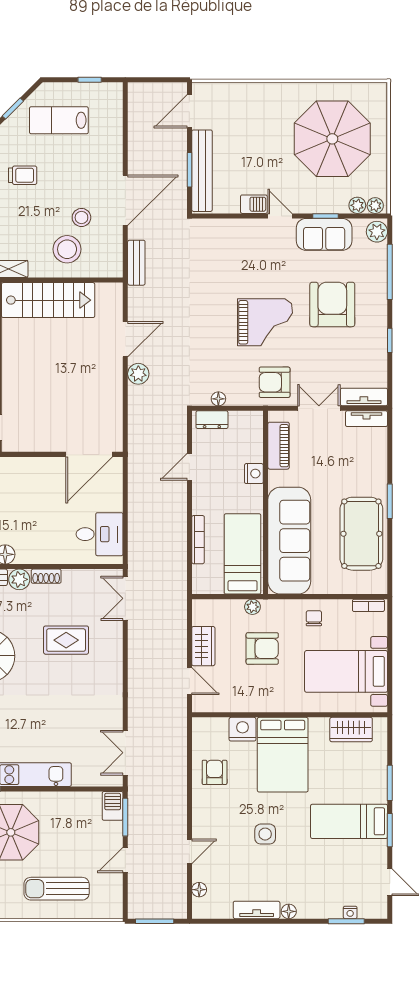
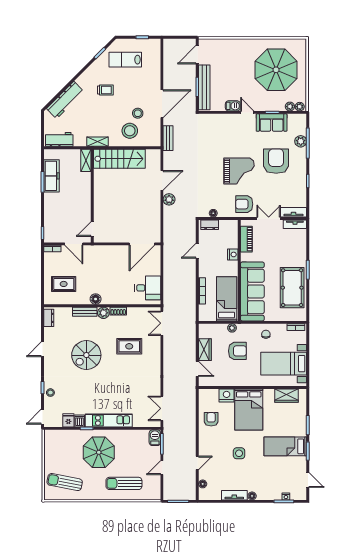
plant: (377, 232) -> (301, 141), moved

